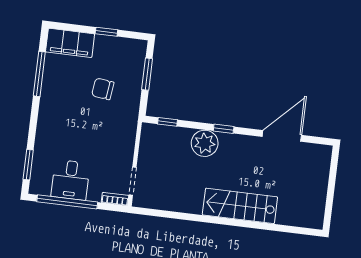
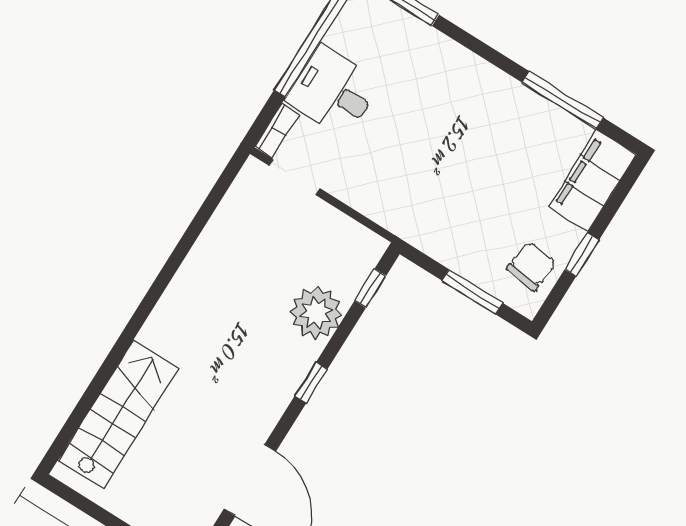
chair: (103, 89) -> (531, 266), moved
plant: (205, 143) -> (316, 313), moved
desk: (70, 180) -> (333, 91), moved
stairs: (240, 206) -> (118, 414), moved

